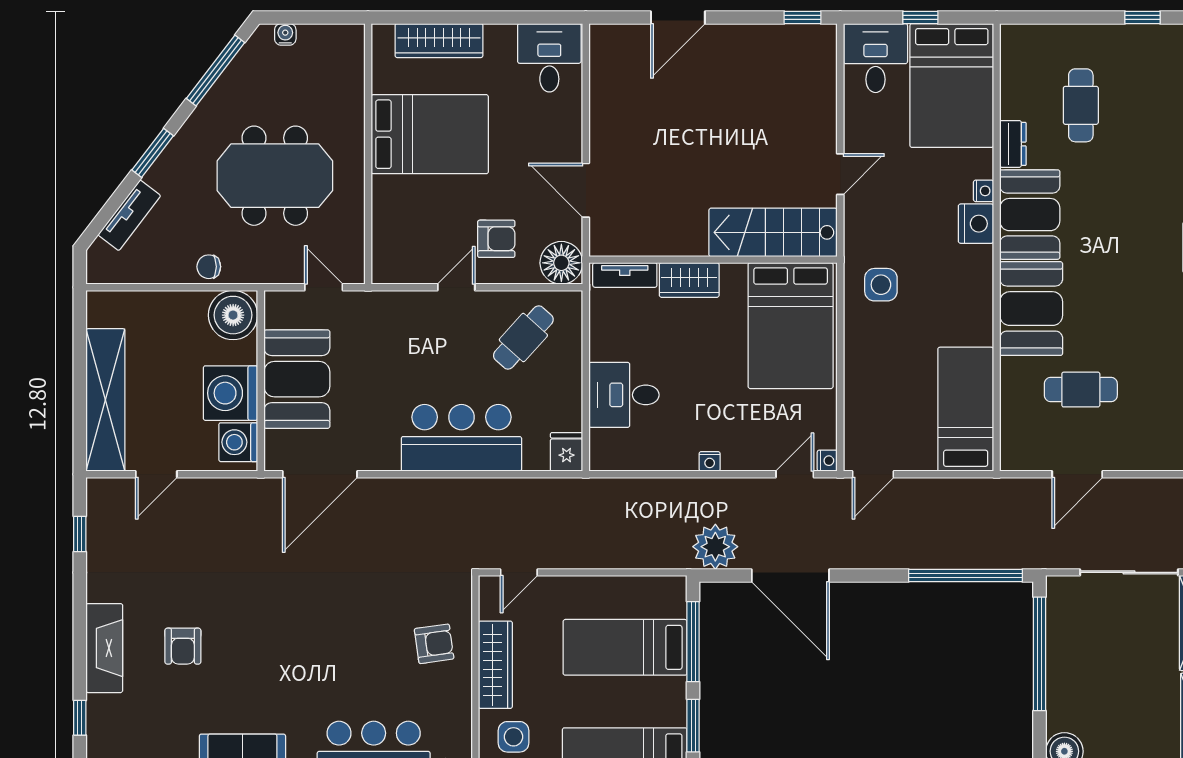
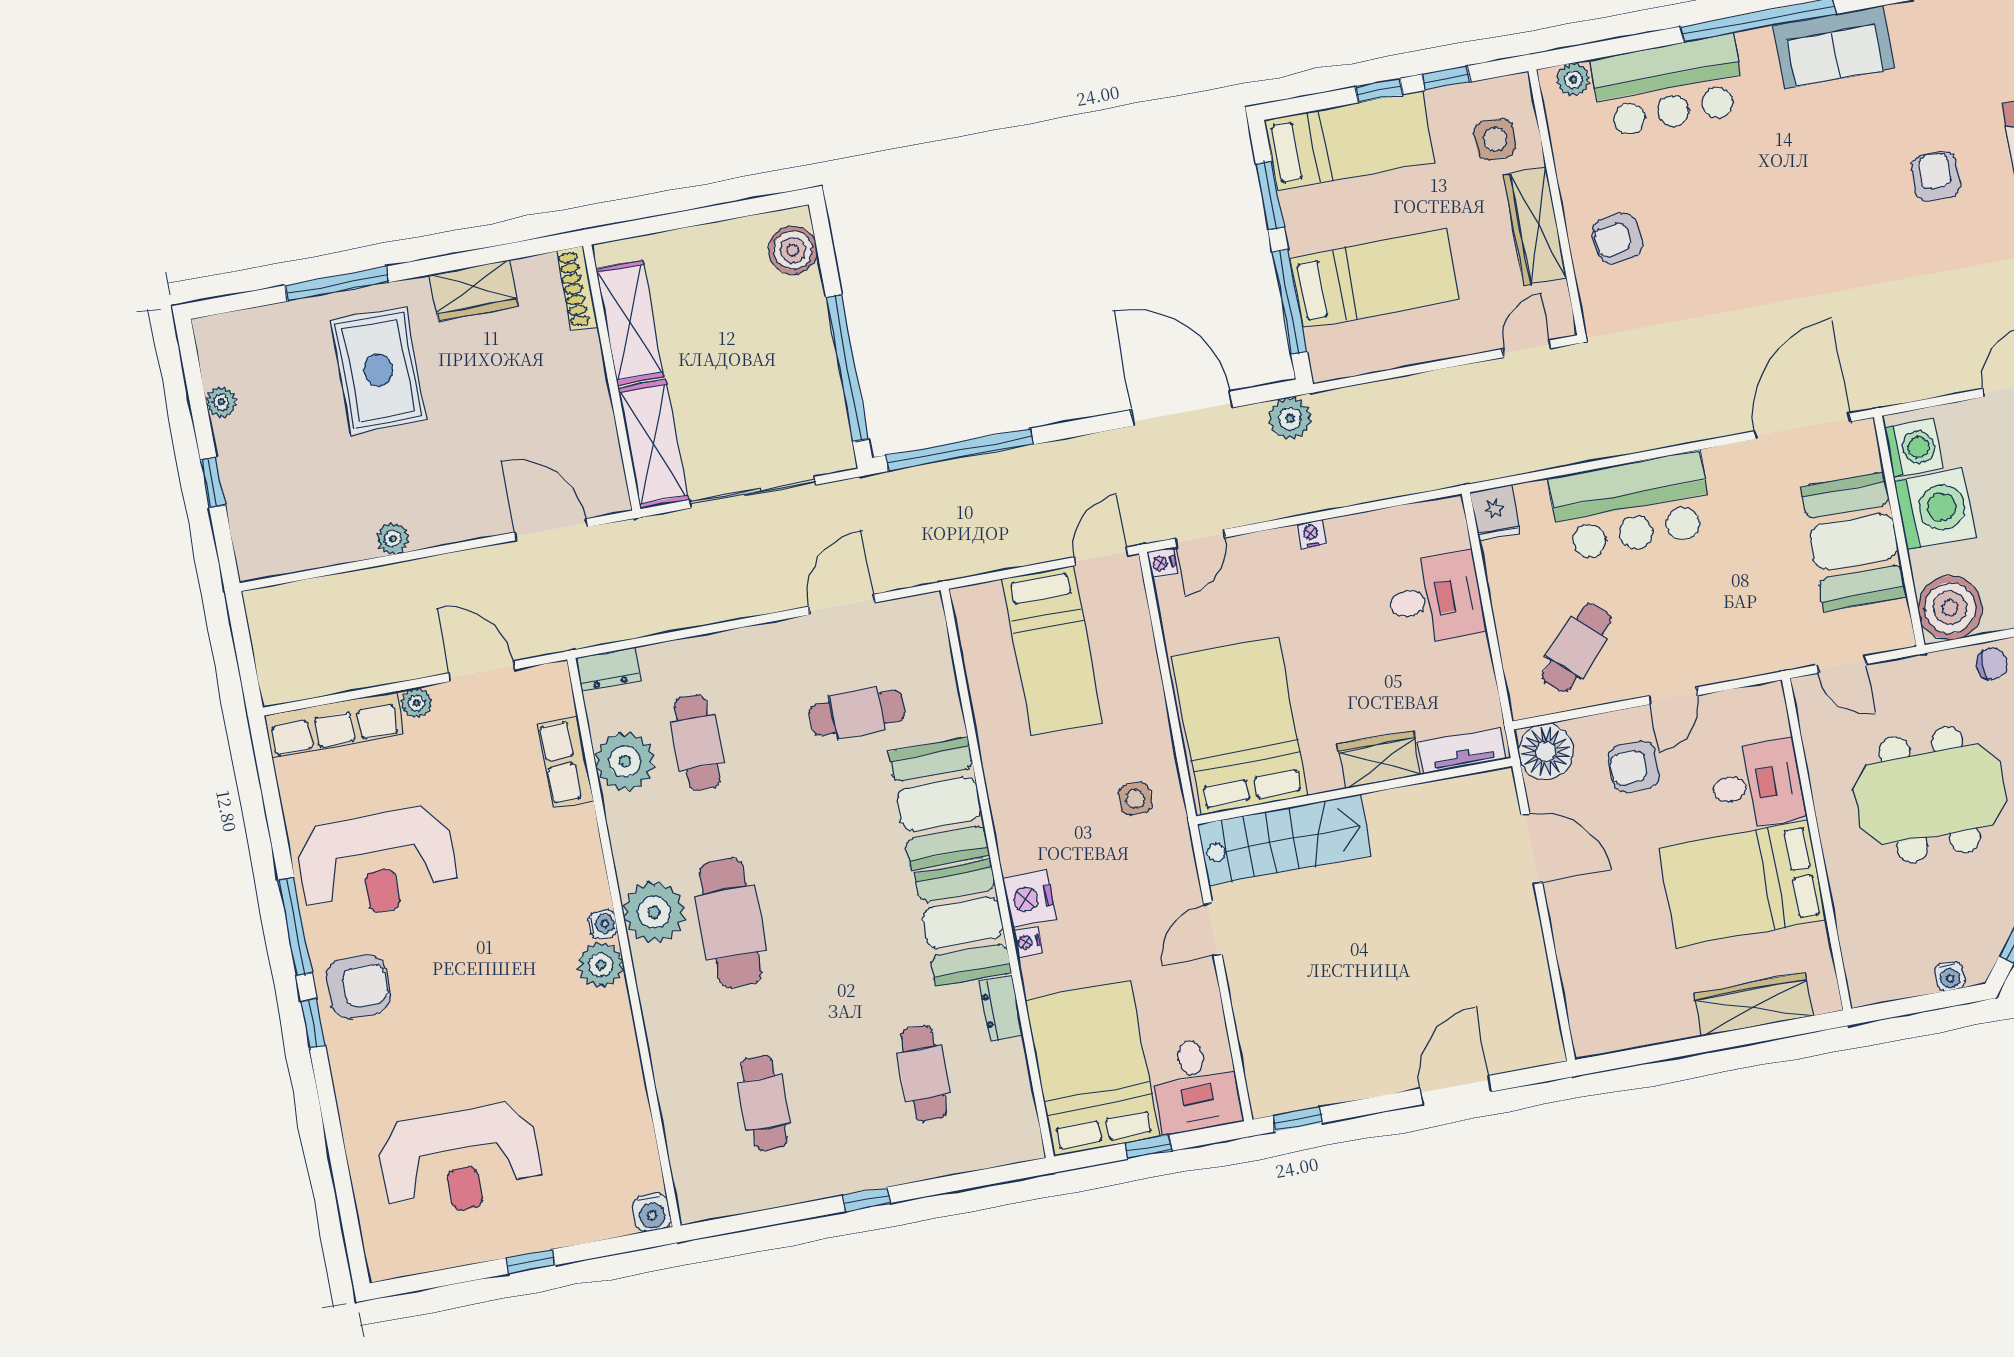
desk: (549, 58) -> (1757, 784), moved, turned -90
side table: (881, 285) -> (1135, 799), width x0.73, depth x0.73
bed: (966, 409) -> (1052, 651), moved
plant: (715, 547) -> (1290, 418), width x0.73, depth x0.73

